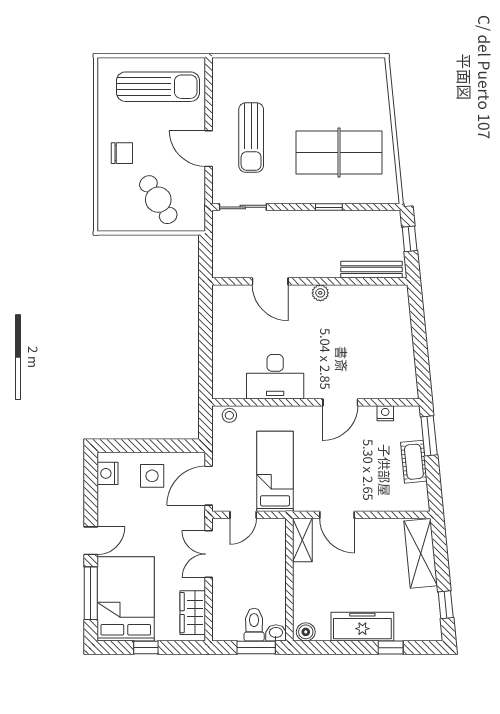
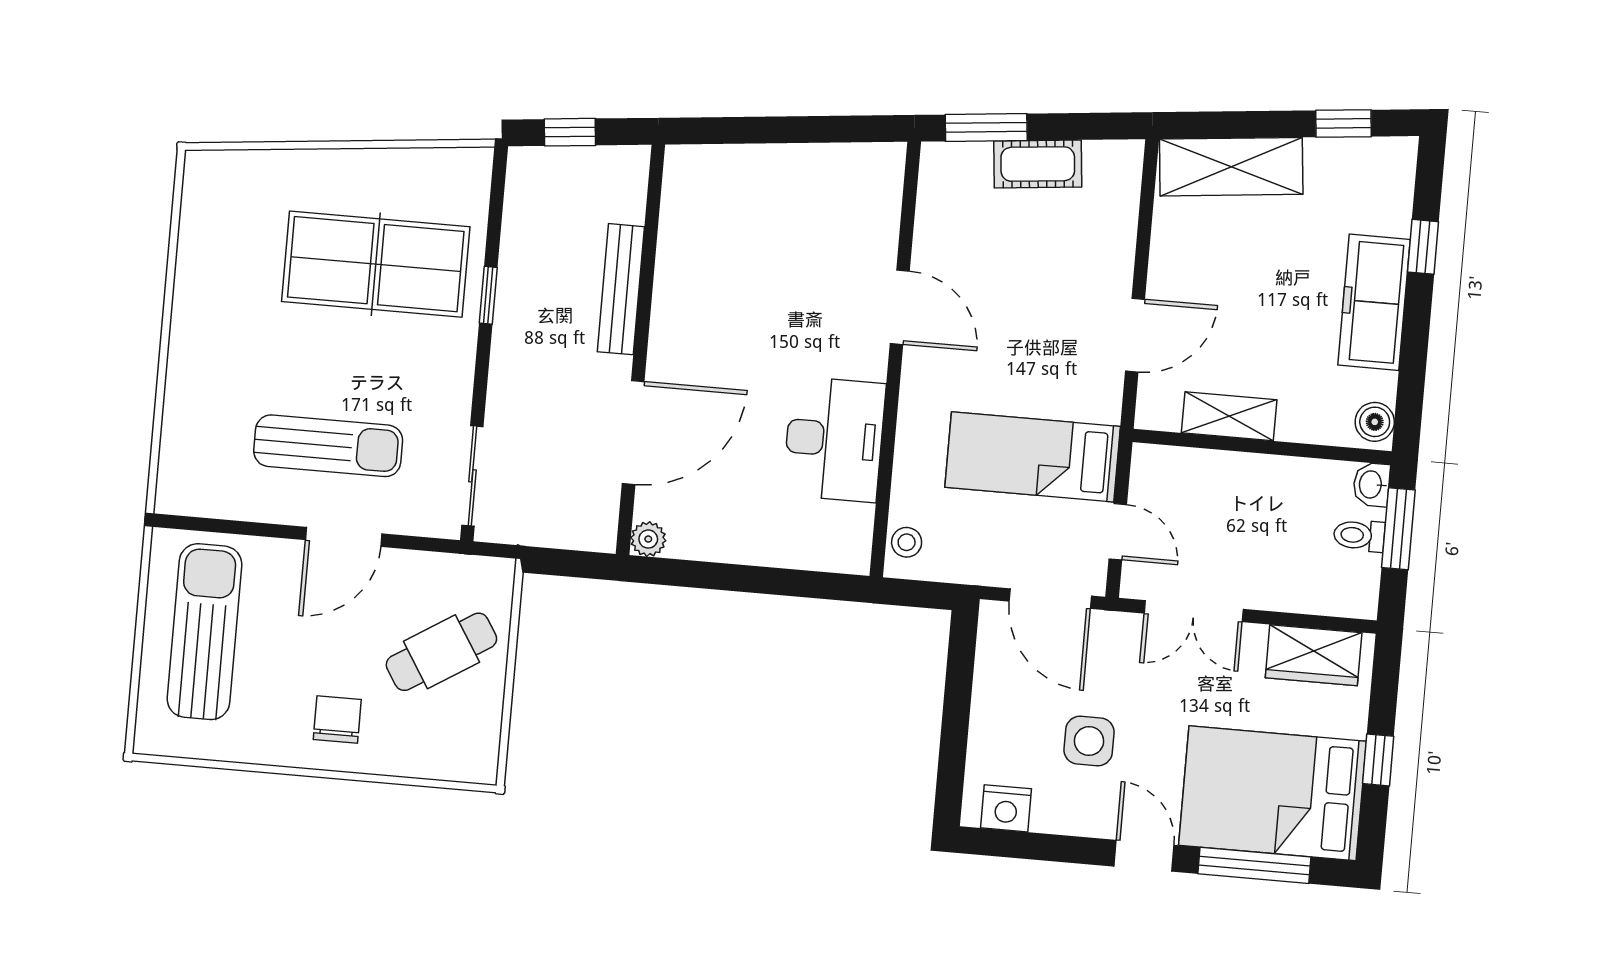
table tennis table: (339, 153) -> (376, 264), turned 90
bench: (371, 270) -> (621, 289), moved
door: (270, 281) -> (633, 432), width x1.36
plant: (320, 293) -> (648, 539), moved
nightstand: (385, 413) -> (931, 215), removed
side table: (152, 476) -> (1089, 741), moved
shelving: (302, 540) -> (1229, 416), moved
toilet: (254, 625) -> (1359, 535), width x0.73, depth x0.72

